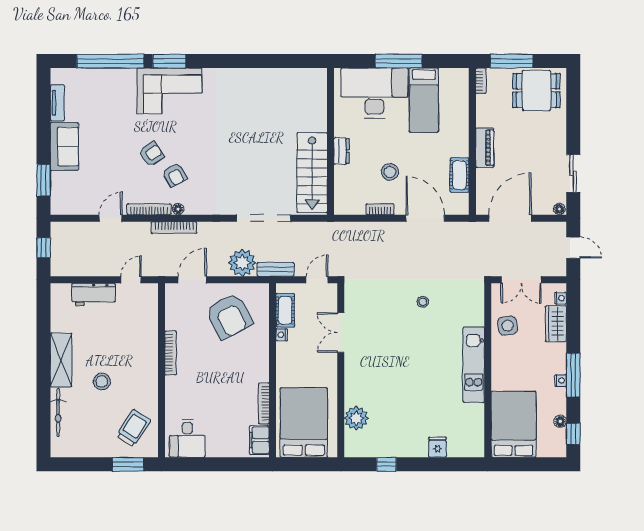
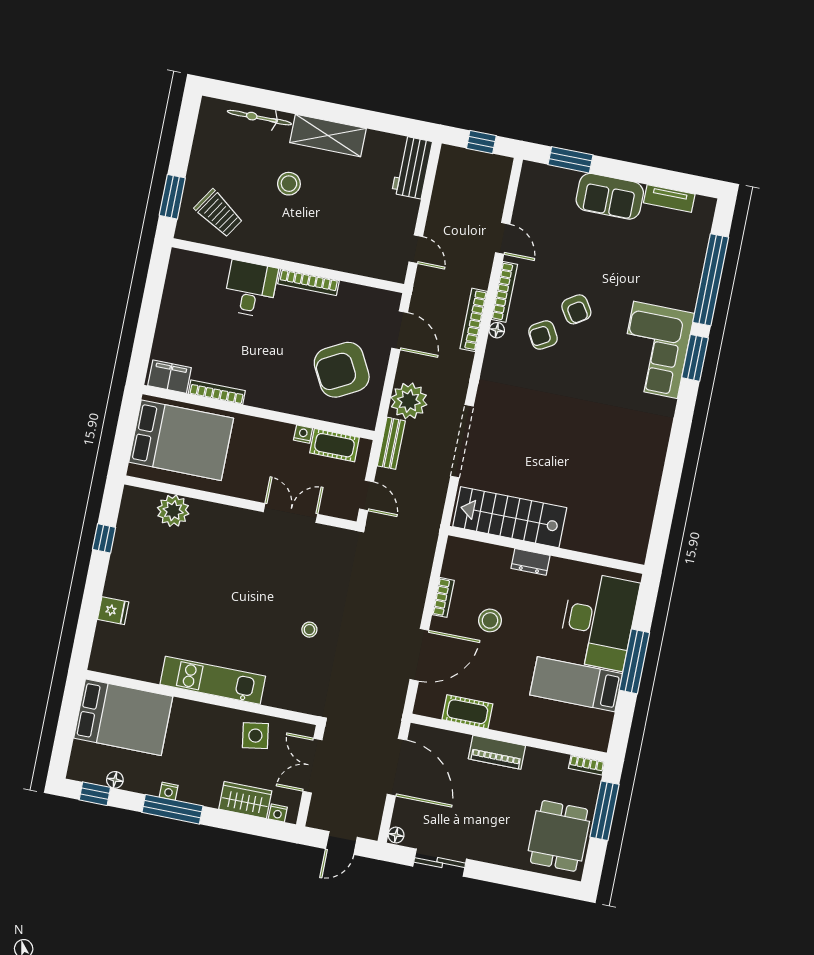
workbench: (94, 294) -> (412, 167), moved
desk: (187, 438) -> (250, 289), moved, turned 90

